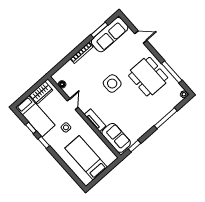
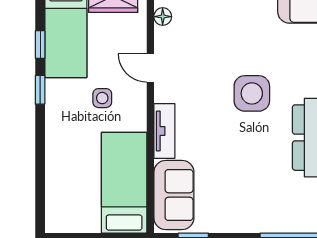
door: (73, 104) -> (150, 68), swing flipped
bed: (86, 158) -> (124, 183), moved

